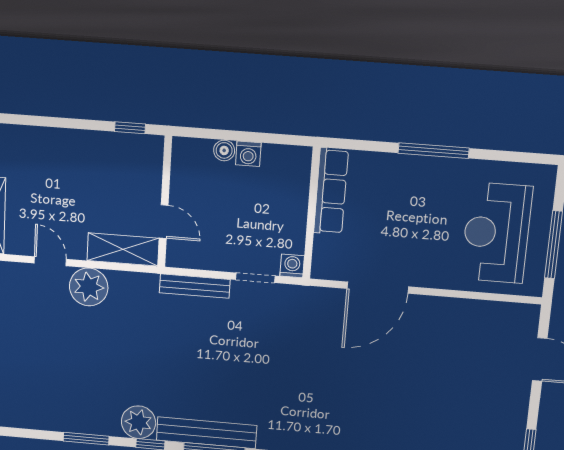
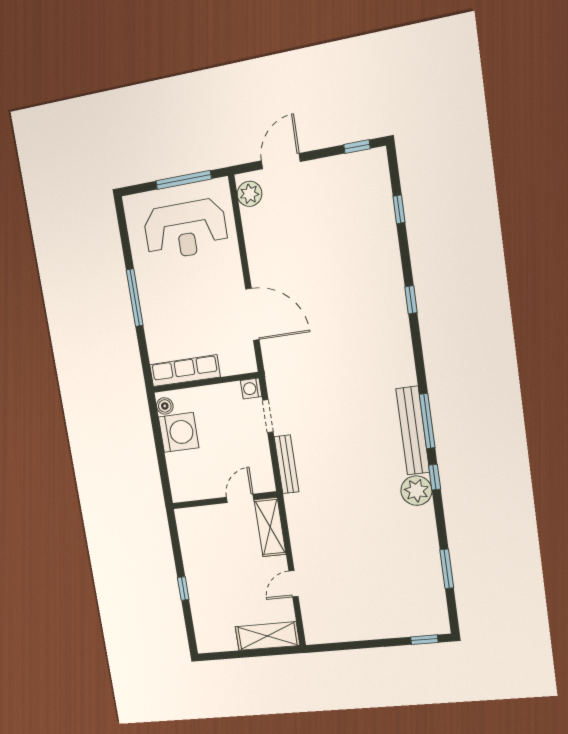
window: (130, 128) -> (183, 589), moved
boiler: (224, 150) -> (165, 406), moved
washing machine: (248, 154) -> (179, 432), width x1.89, depth x1.89
plant: (89, 287) -> (249, 194), moved, width x0.73, depth x0.73
window: (86, 439) -> (447, 569), moved

